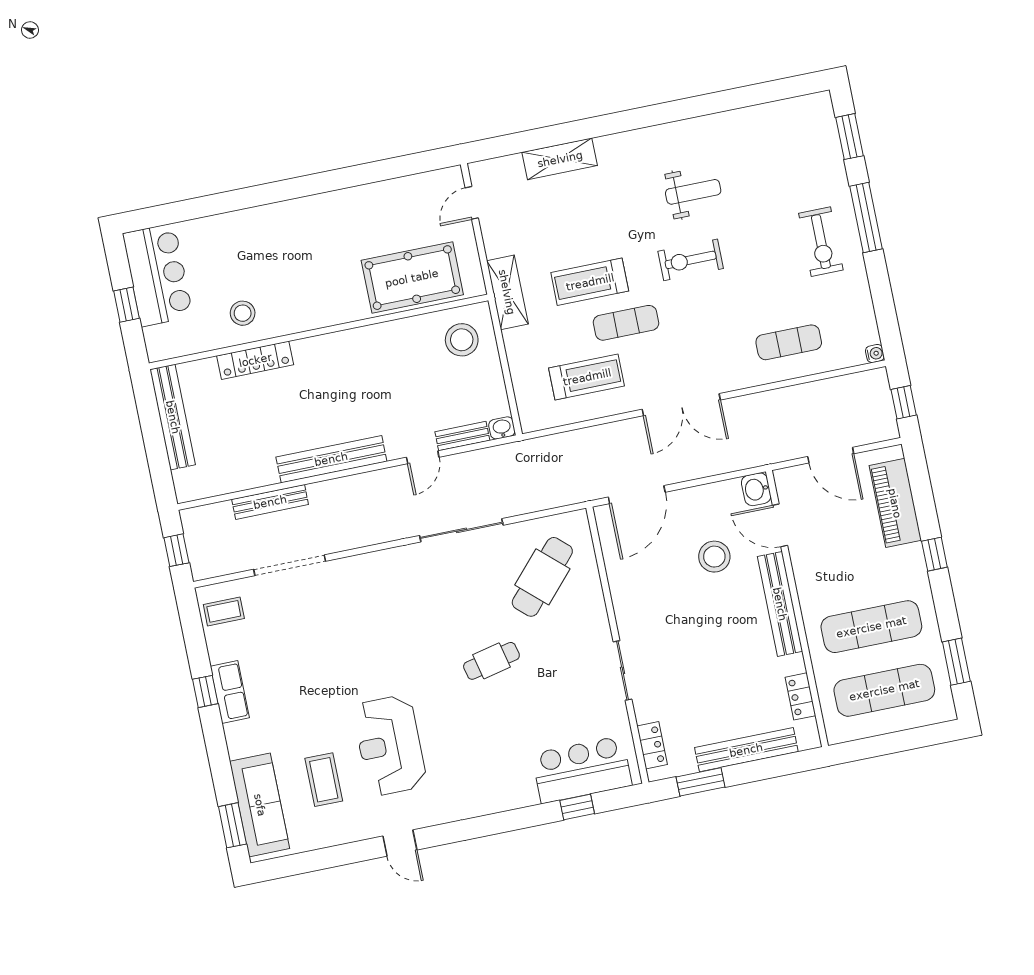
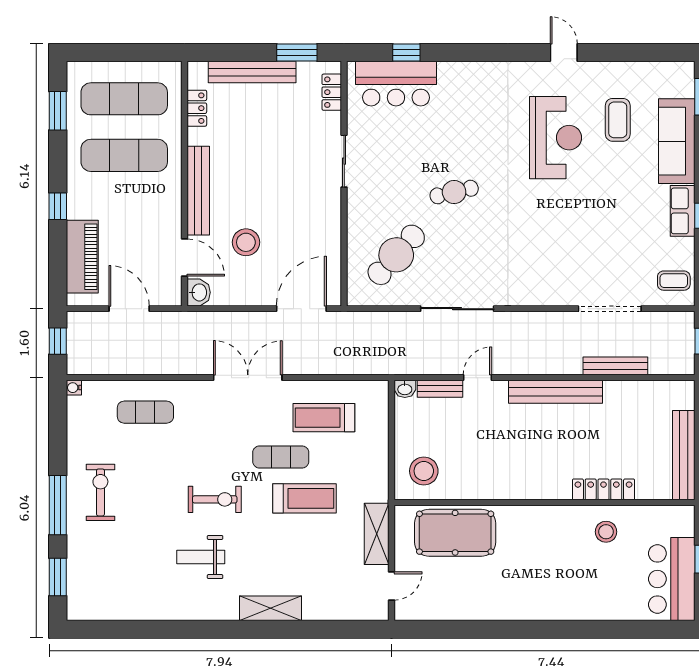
shelving: (560, 159) -> (270, 608), moved
shelving: (507, 292) -> (377, 534), moved
sofa: (260, 805) -> (677, 141), moved

